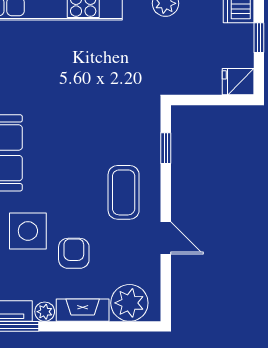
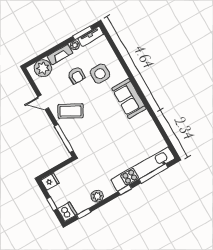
window: (166, 148) -> (64, 138), width x2.17
coffee table: (124, 192) -> (71, 111), turned -62

